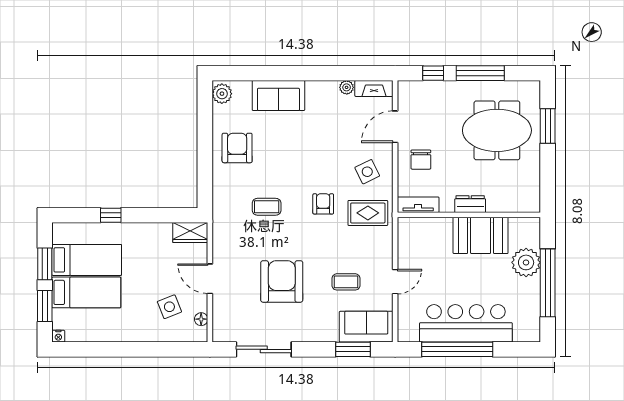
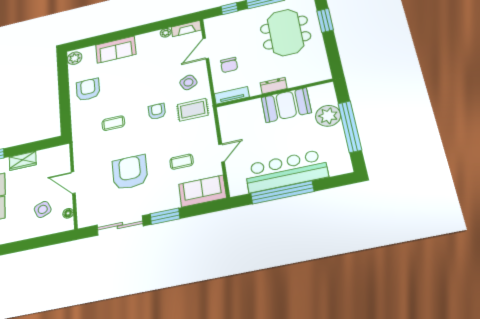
meeting table: (497, 130) -> (285, 32), turned 90
wardrobe: (190, 233) -> (23, 161), moved
window: (353, 349) -> (165, 216), moved

